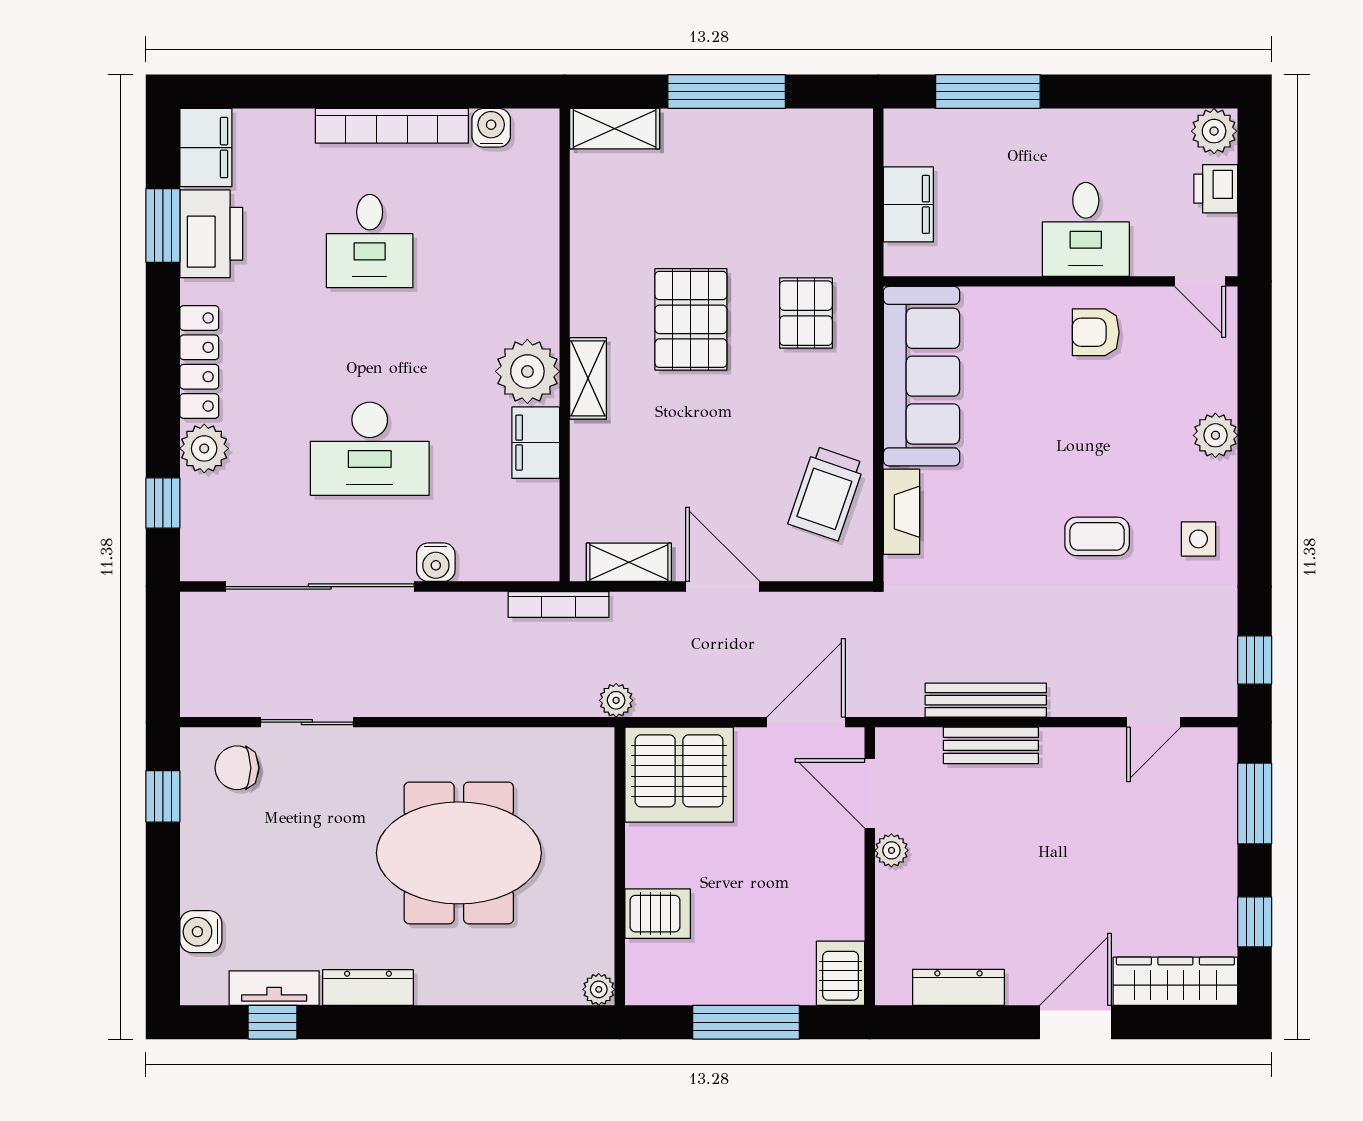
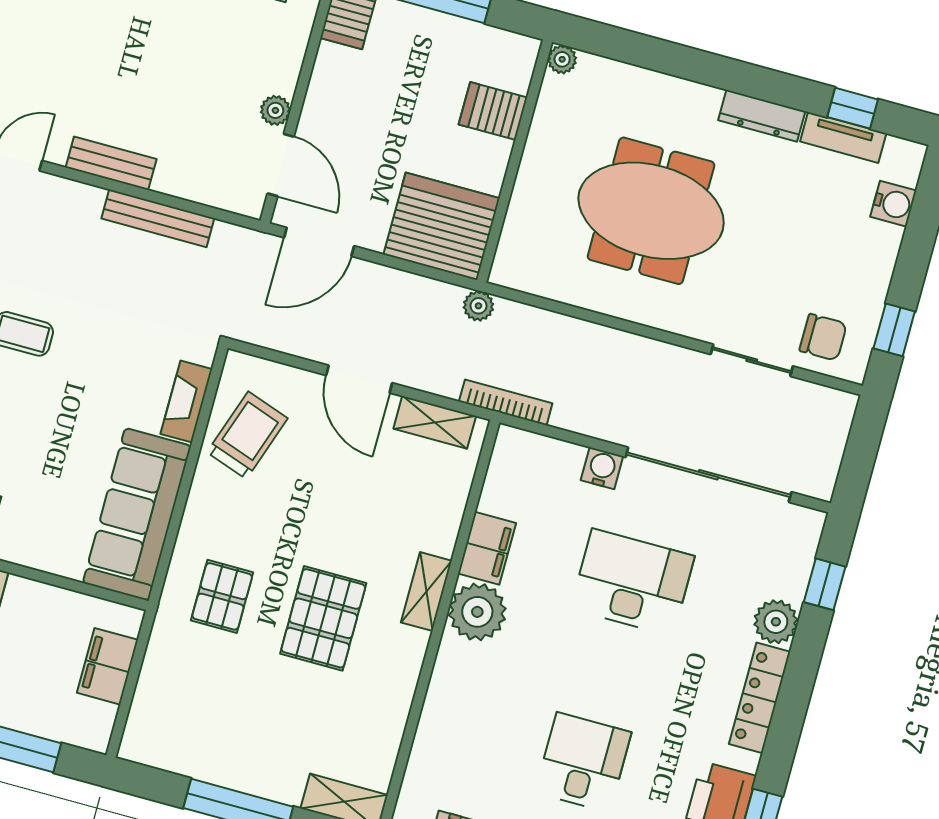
bench: (991, 745) -> (111, 163), moved

